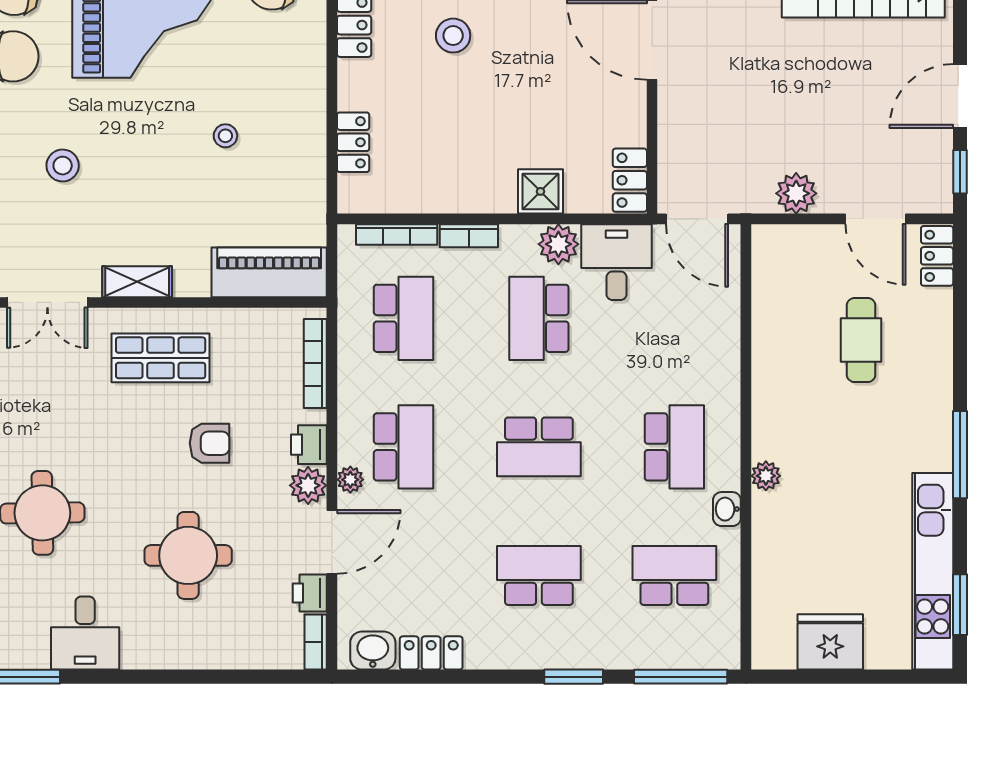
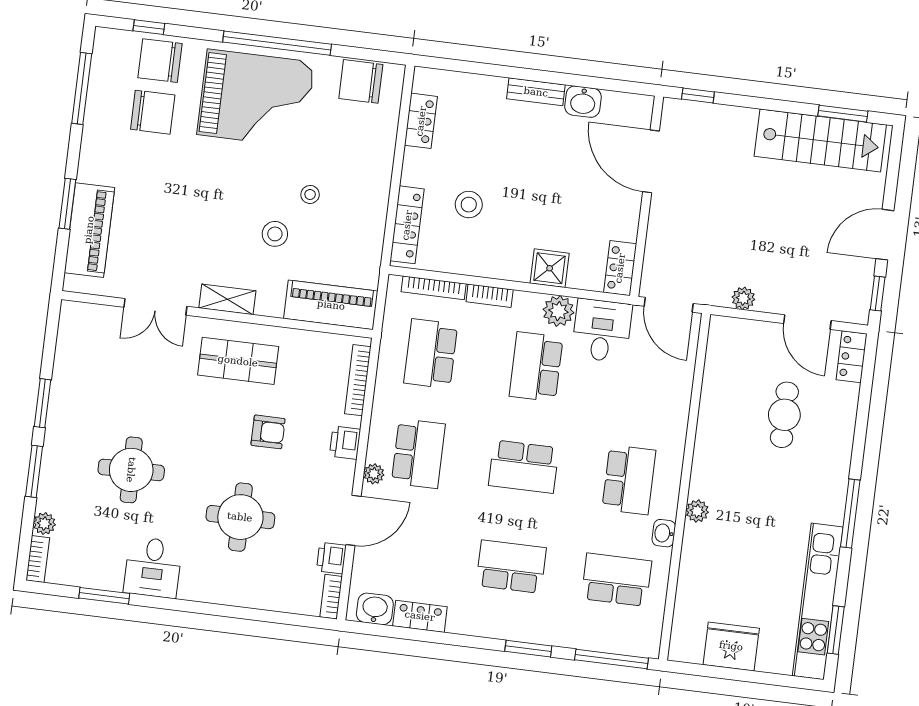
stool: (453, 36) -> (469, 205), moved
locker: (353, 142) -> (407, 225), width x1.53
stool: (63, 166) -> (275, 234), moved
plant: (796, 193) -> (743, 298), width x0.73, depth x0.73
school desk: (403, 318) -> (431, 354), turned 180
plant: (308, 485) -> (340, 474), removed

